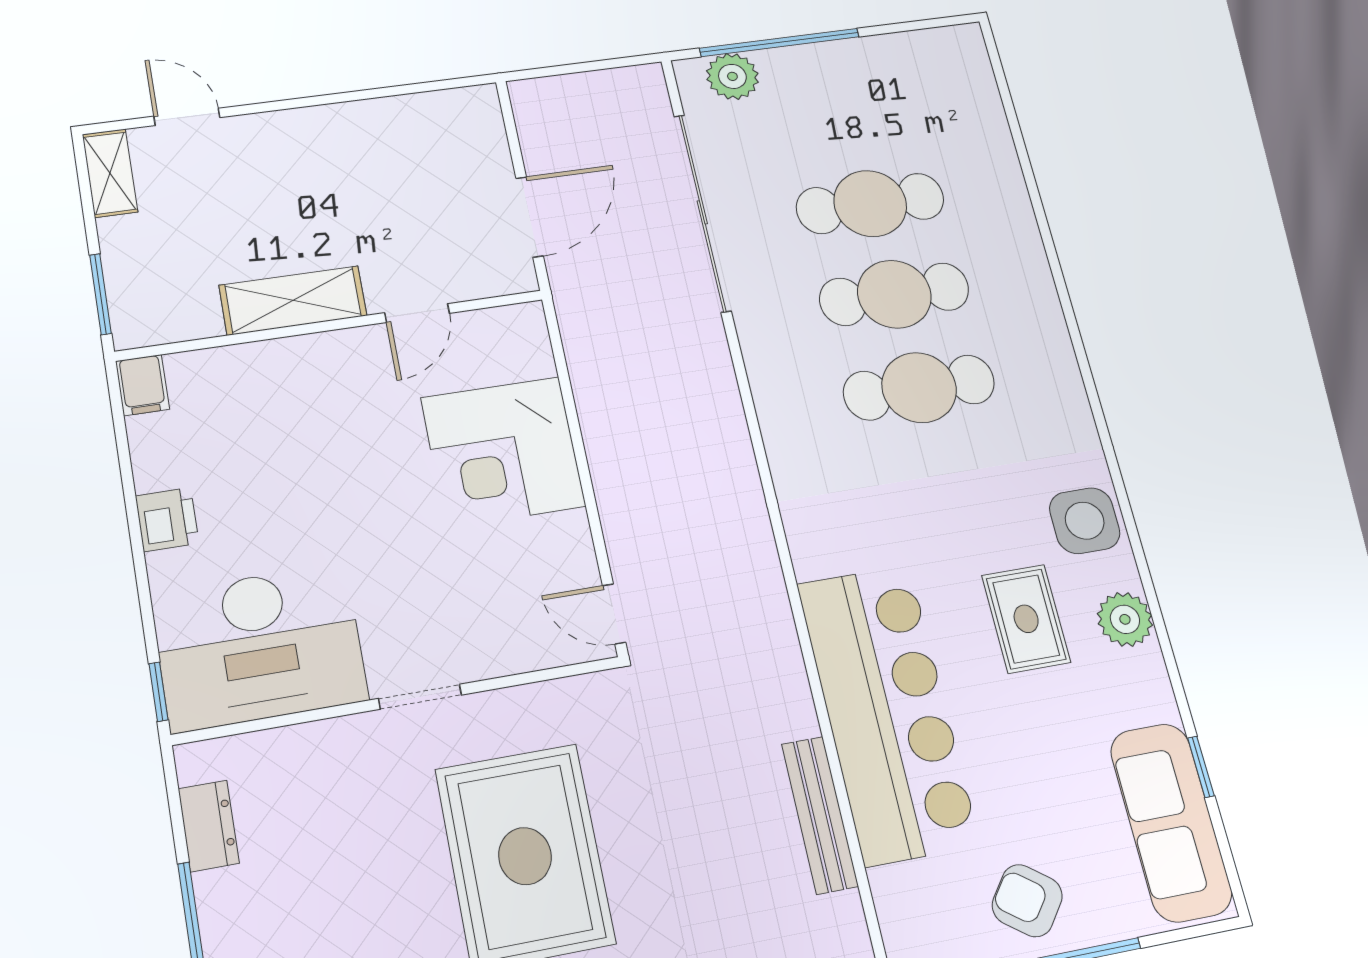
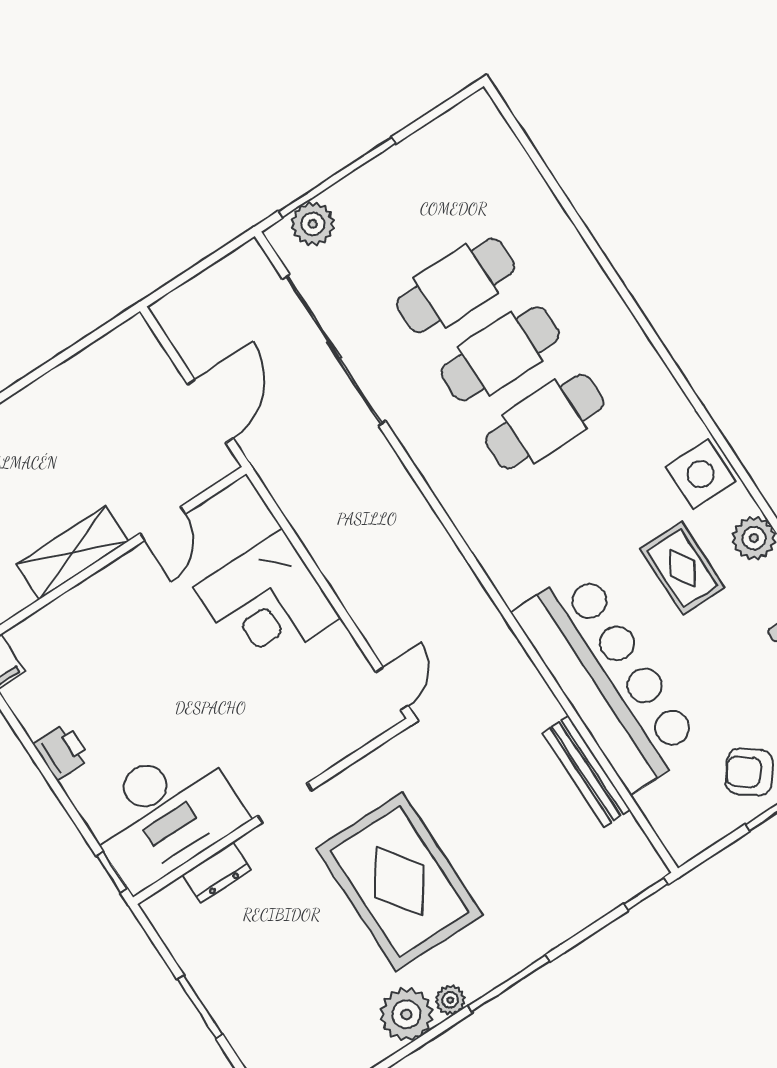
door: (614, 614) -> (392, 689), swing flipped
dresser: (209, 826) -> (217, 872), moved, turned 90

